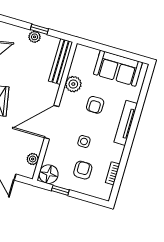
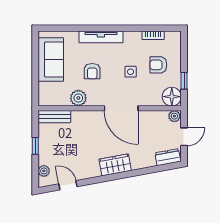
plant: (35, 37) -> (44, 171), moved
bench: (61, 62) -> (54, 117), width x0.73
armchair: (95, 105) -> (92, 71), turned 90
plant: (33, 159) -> (174, 116), moved

